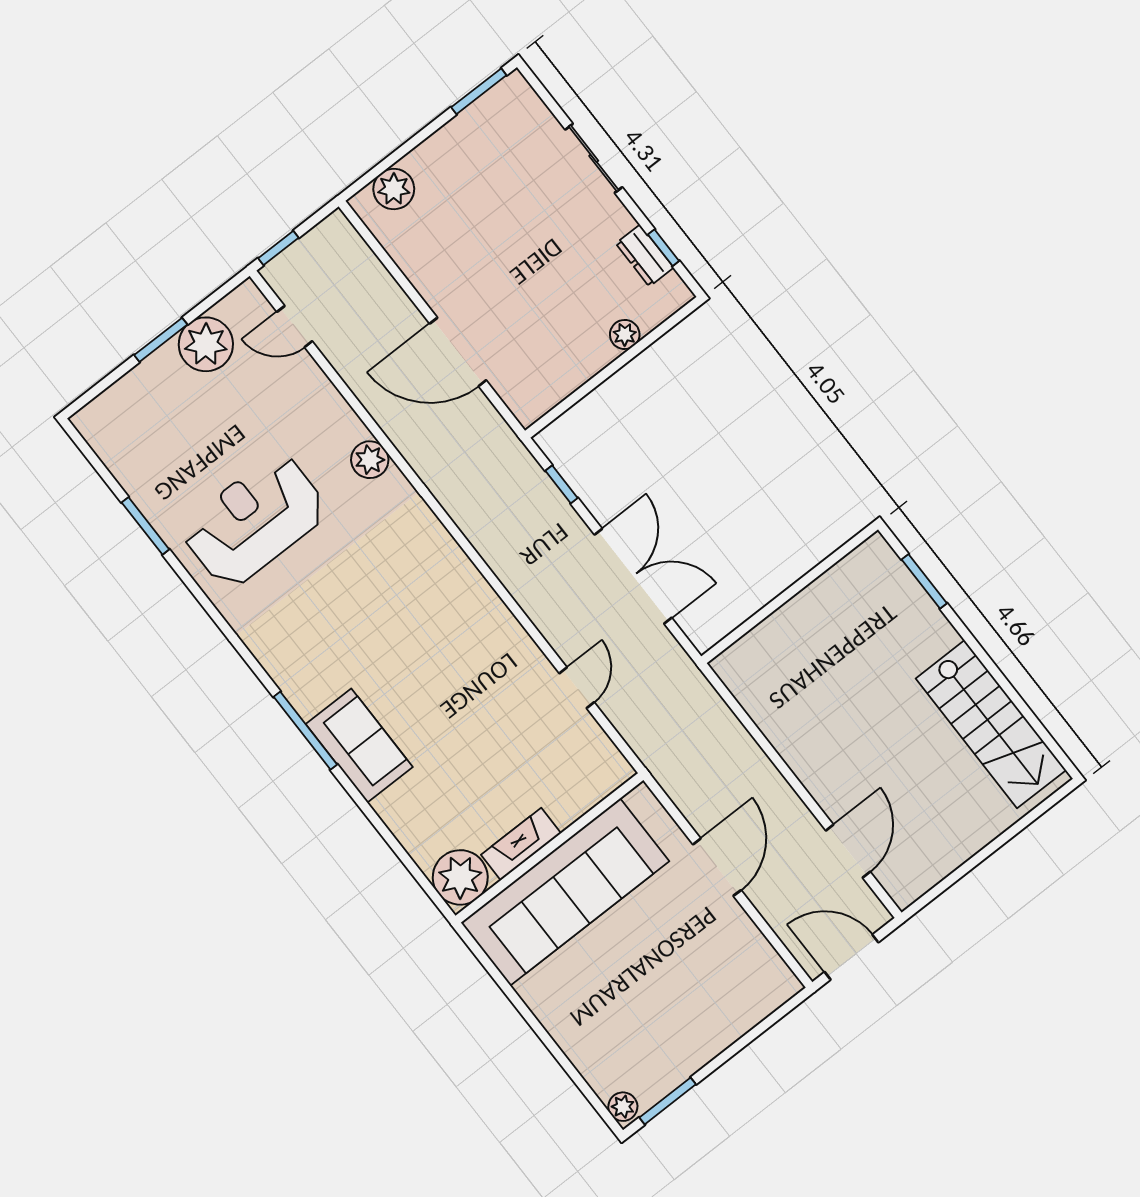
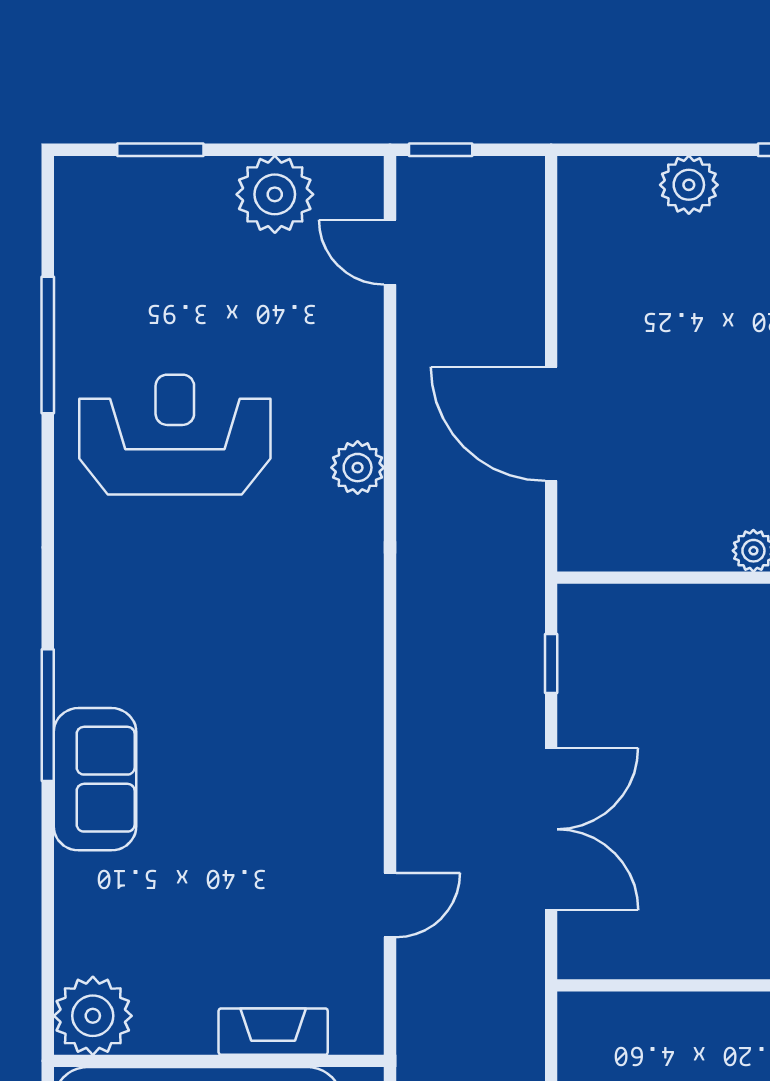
plant: (394, 189) -> (689, 185), moved
window: (161, 340) -> (160, 150), moved
window: (145, 526) -> (48, 345), width x1.44
fireplace: (521, 844) -> (273, 1032), moved

